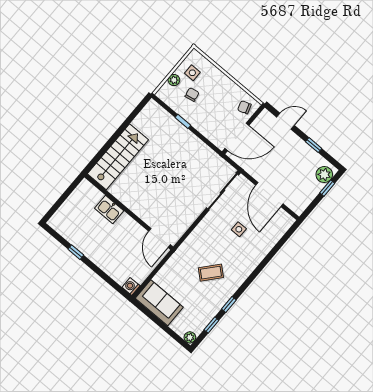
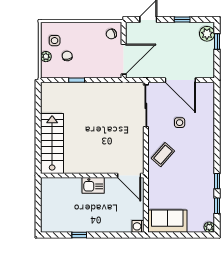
kitchen sink: (109, 210) -> (93, 185), moved
coffee table: (211, 273) -> (163, 155), moved

